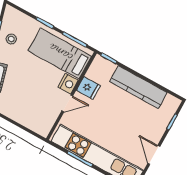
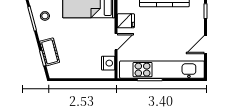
nightstand: (68, 84) -> (108, 63), moved
door: (154, 155) -> (205, 45), hinge flipped

